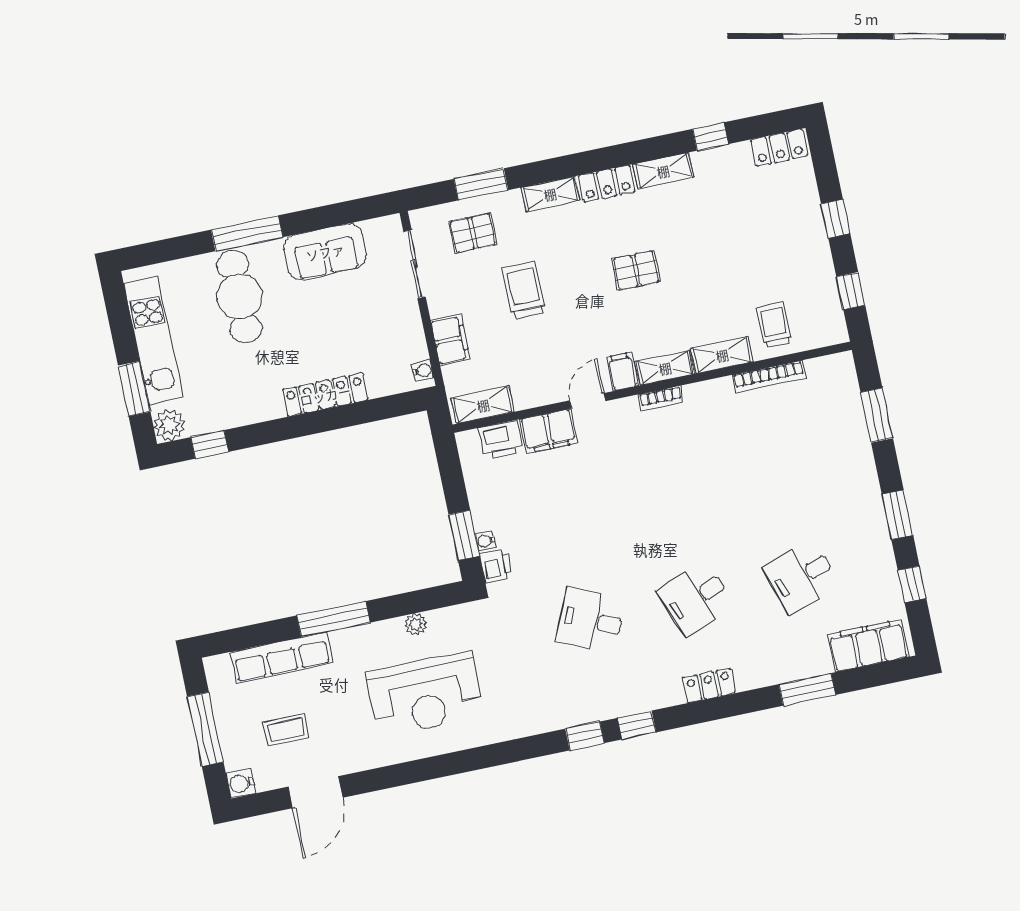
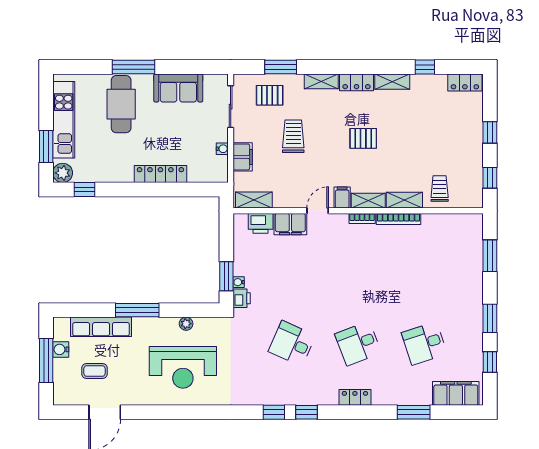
water cooler: (423, 370) -> (222, 149), moved
bookcase: (769, 376) -> (399, 219), moved
water cooler: (241, 783) -> (61, 349), moved

